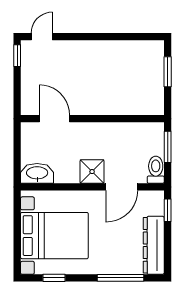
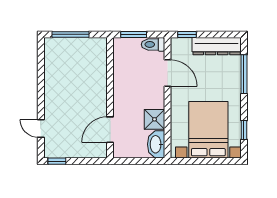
door: (42, 37) -> (41, 129), moved
window: (168, 72) -> (70, 34), width x1.44
shower: (92, 172) -> (154, 119), moved

